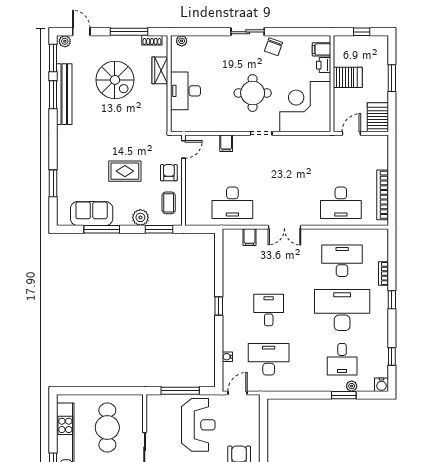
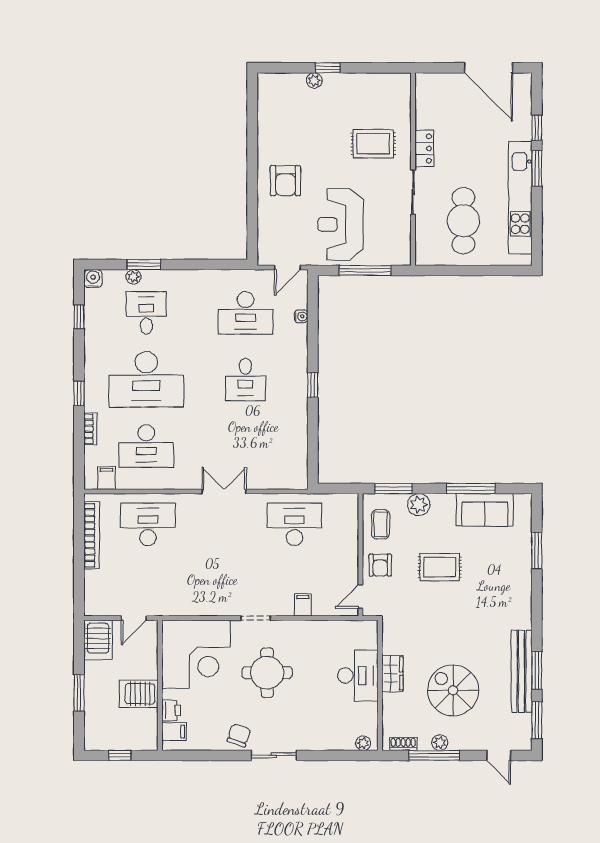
plant: (65, 41) -> (440, 743), moved
wardrobe: (160, 70) -> (392, 674), moved
filing cabinet: (250, 237) -> (106, 478), moved

